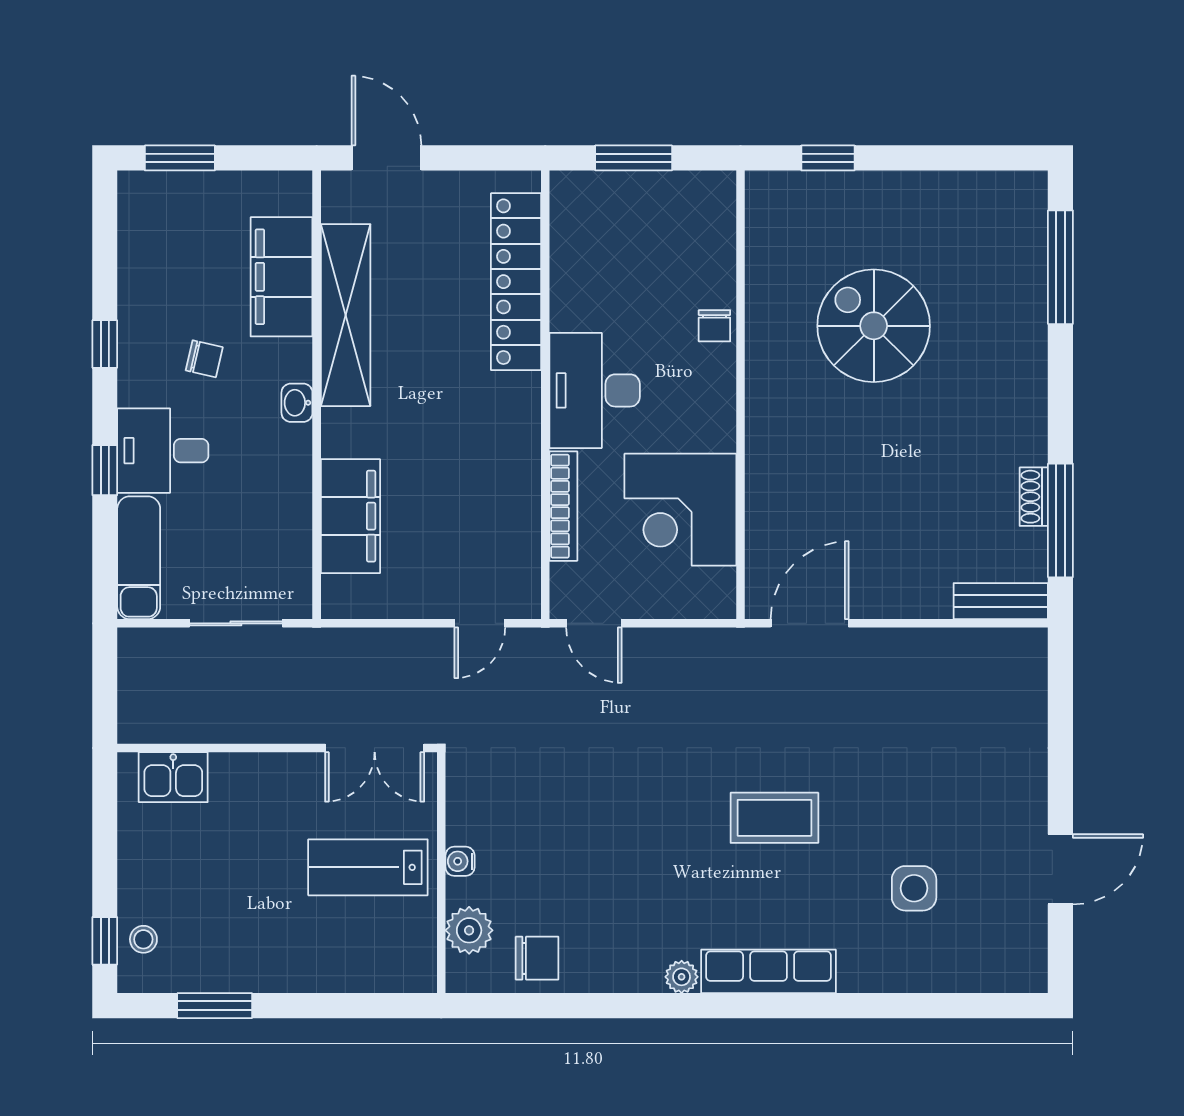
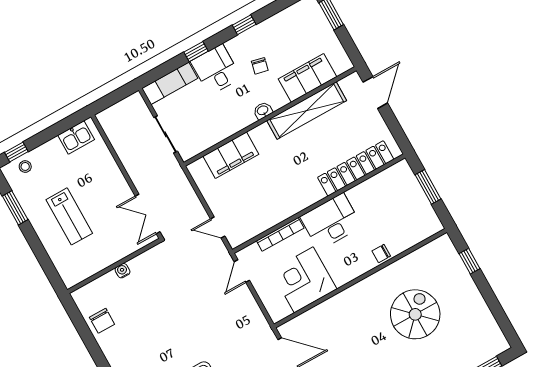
kitchen sink: (173, 777) -> (76, 137), moved, turned -90
lab bench: (368, 867) -> (69, 216), moved, turned 180
plant: (469, 930) -> (98, 289), removed

